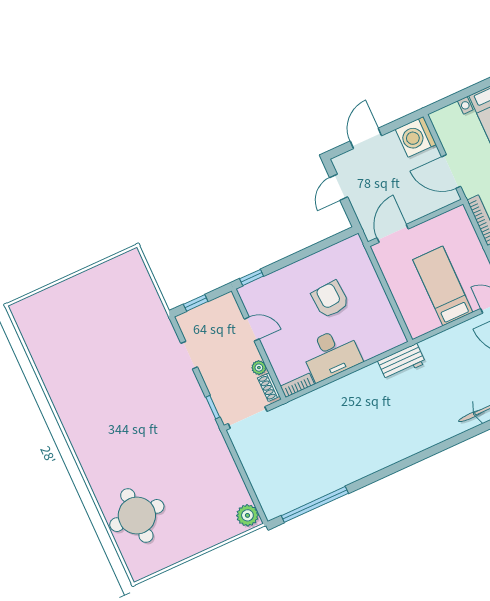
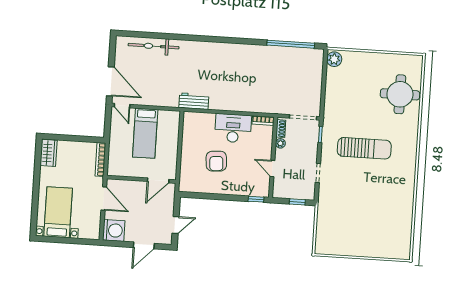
sun lounger: (146, 420) -> (364, 148), added

